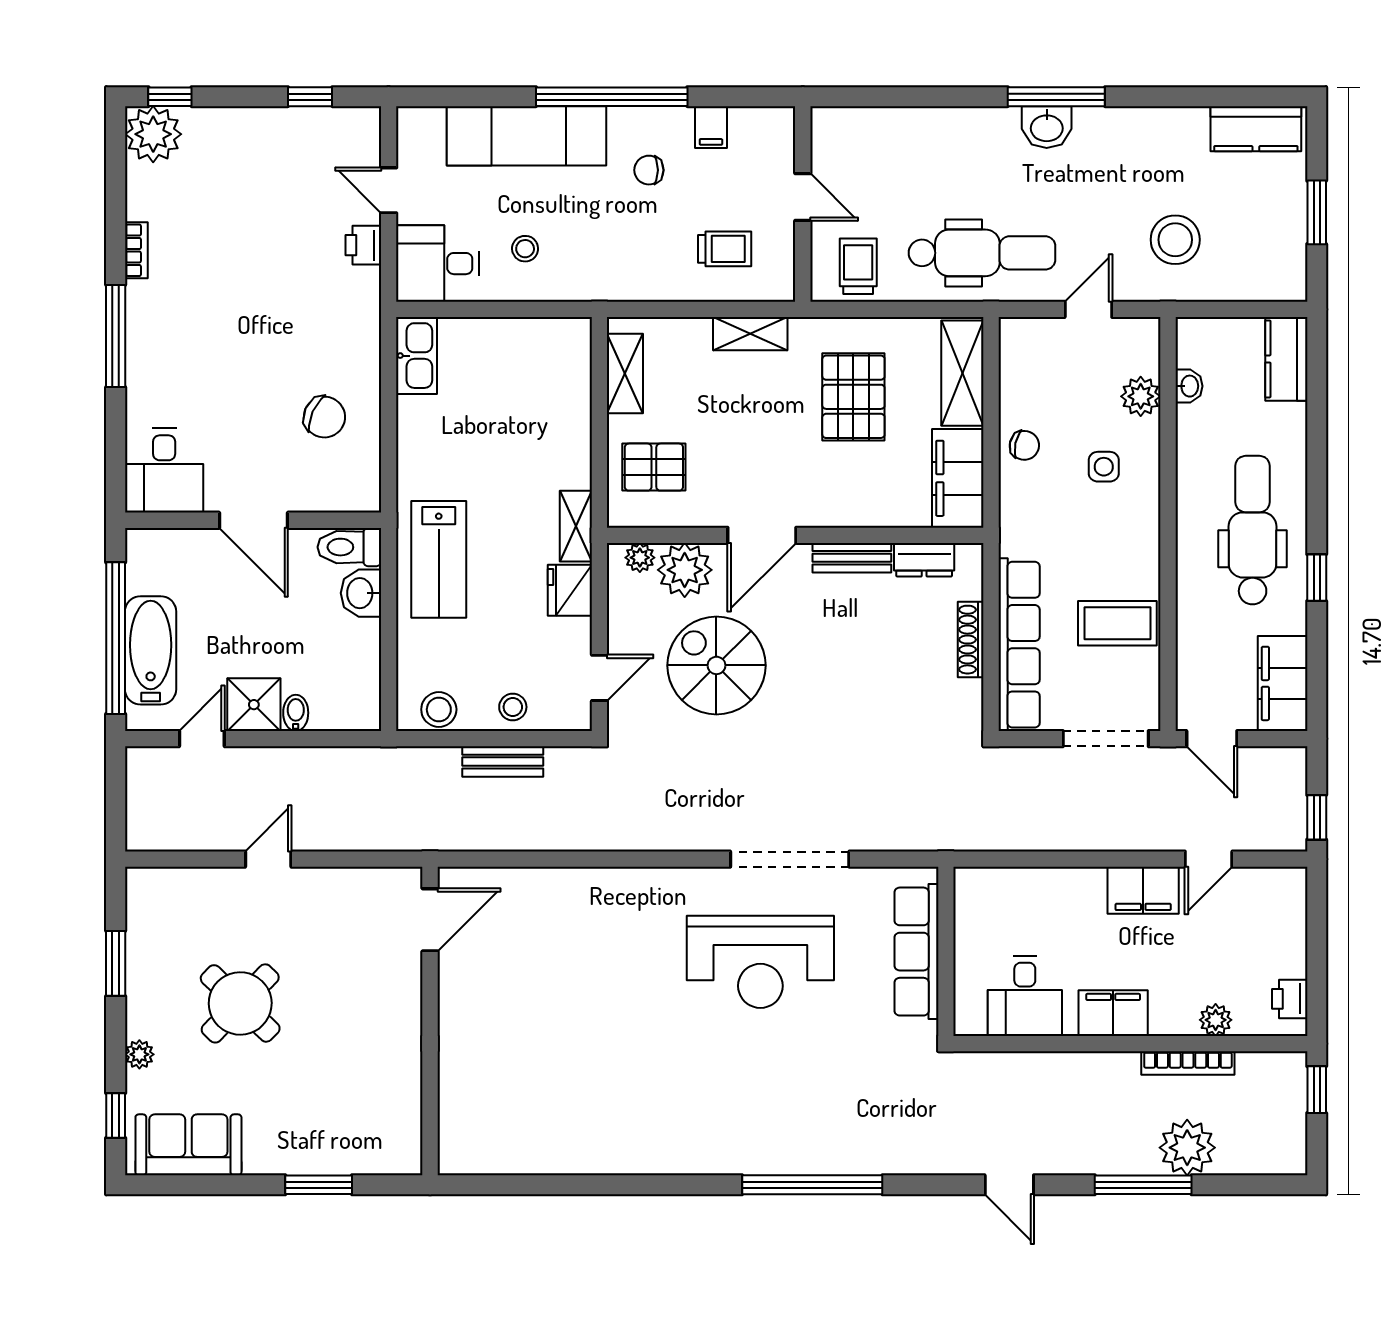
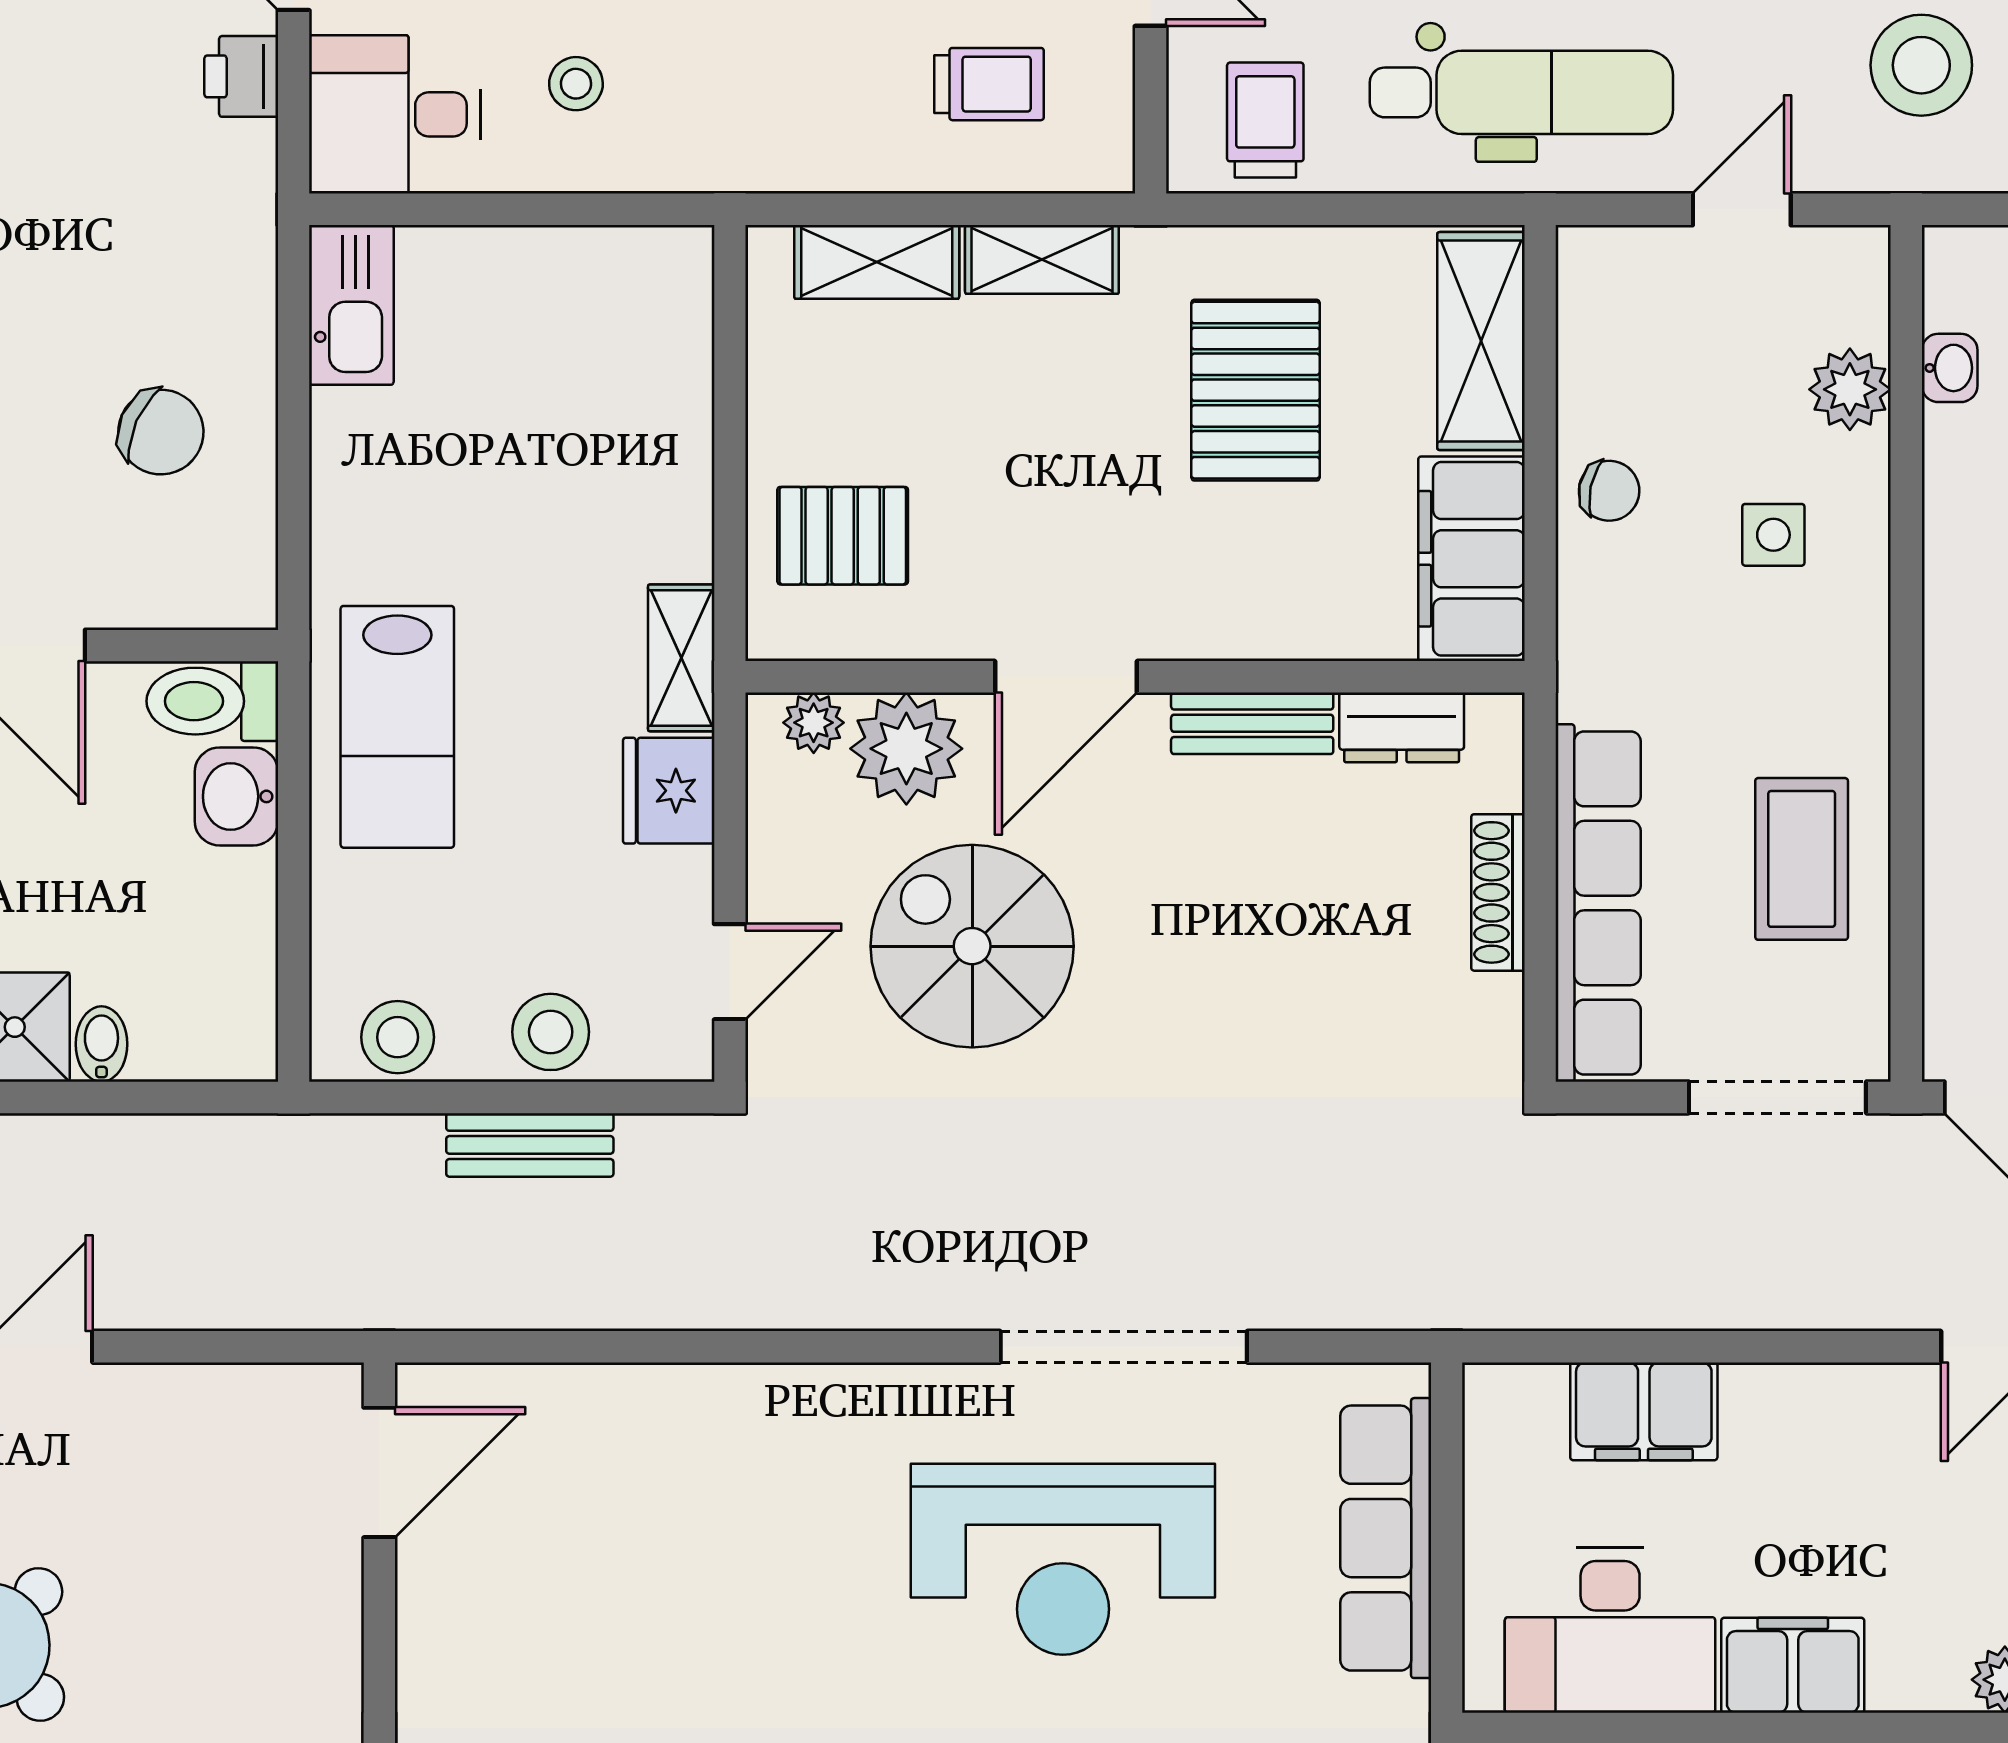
shelving: (625, 373) -> (877, 262), moved, turned 90
coffee table: (1117, 623) -> (1802, 859), turned 90
stool: (513, 707) -> (551, 1032), width x1.37, depth x1.37
filing cabinet: (1143, 890) -> (1644, 1411), moved
desk: (1025, 996) -> (1610, 1630), width x1.37

